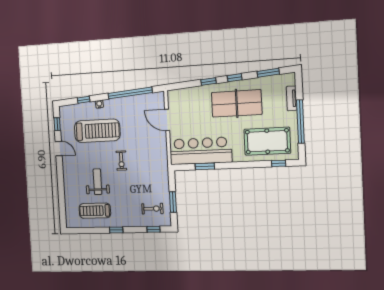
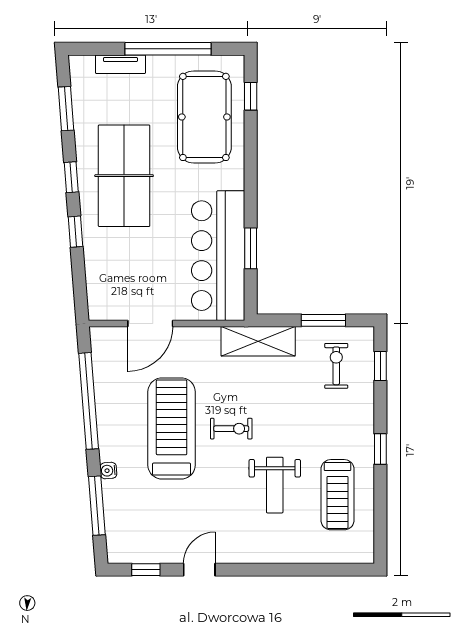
window: (84, 100) -> (97, 506), width x2.17
treadmill: (97, 131) -> (172, 428), moved
shelving: (162, 172) -> (258, 341), added
weight bench: (97, 182) -> (275, 485), turned -90

